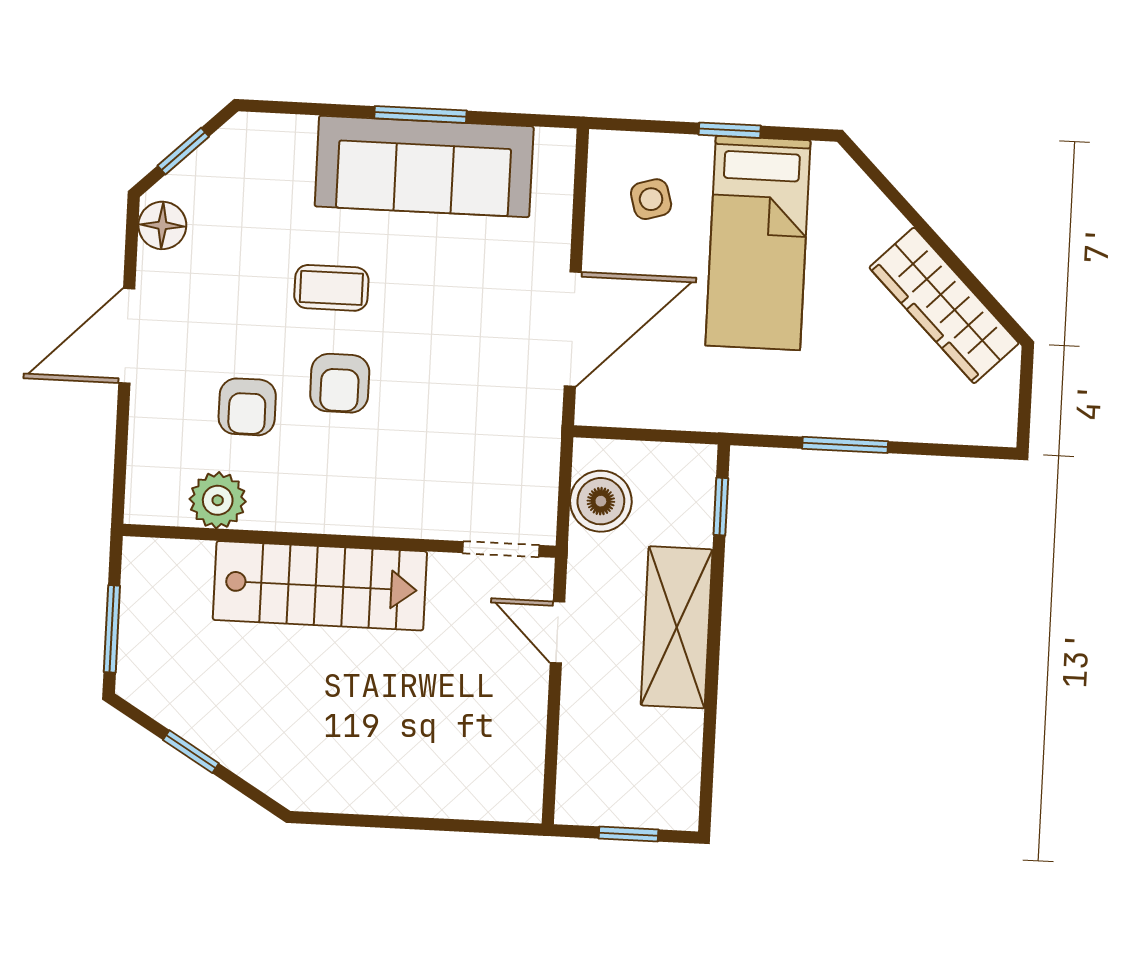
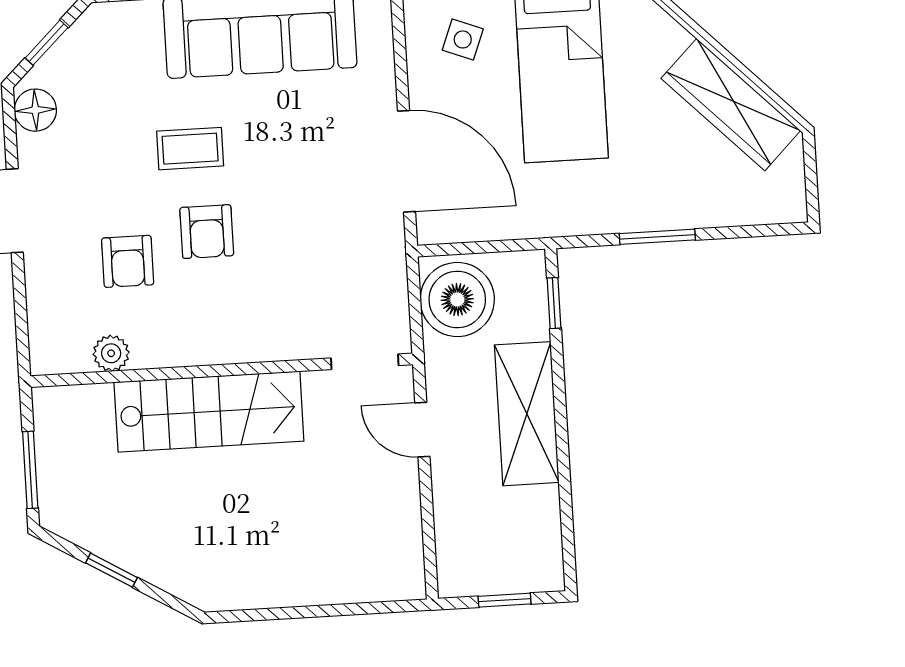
side table: (651, 199) -> (463, 39), turned 37
door: (573, 329) -> (406, 161), hinge flipped
plant: (218, 500) -> (111, 353), width x0.73, depth x0.73
boiler: (601, 501) -> (457, 300), width x1.37, depth x1.37

